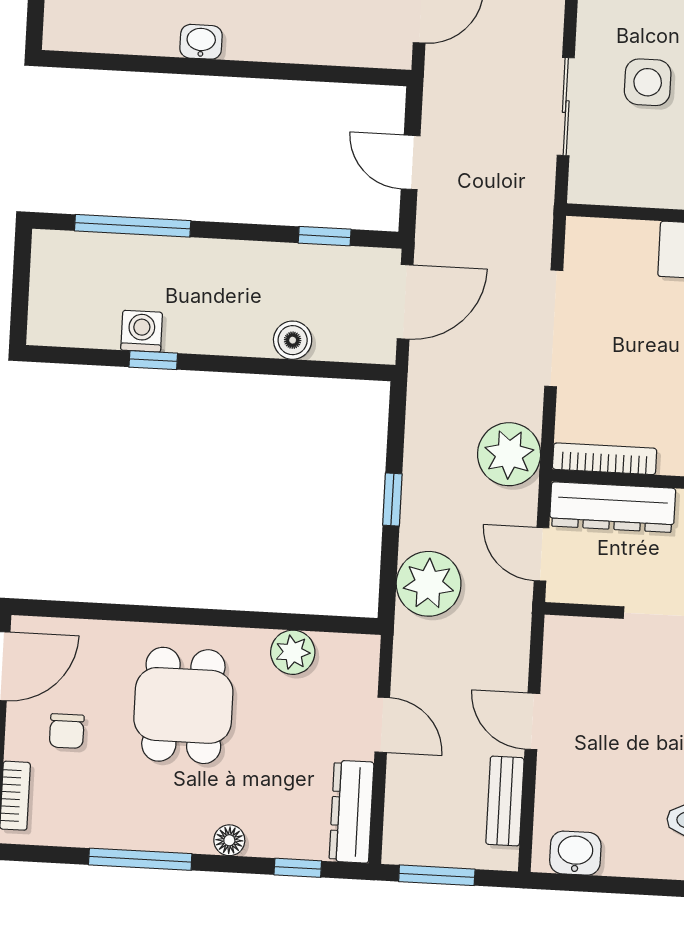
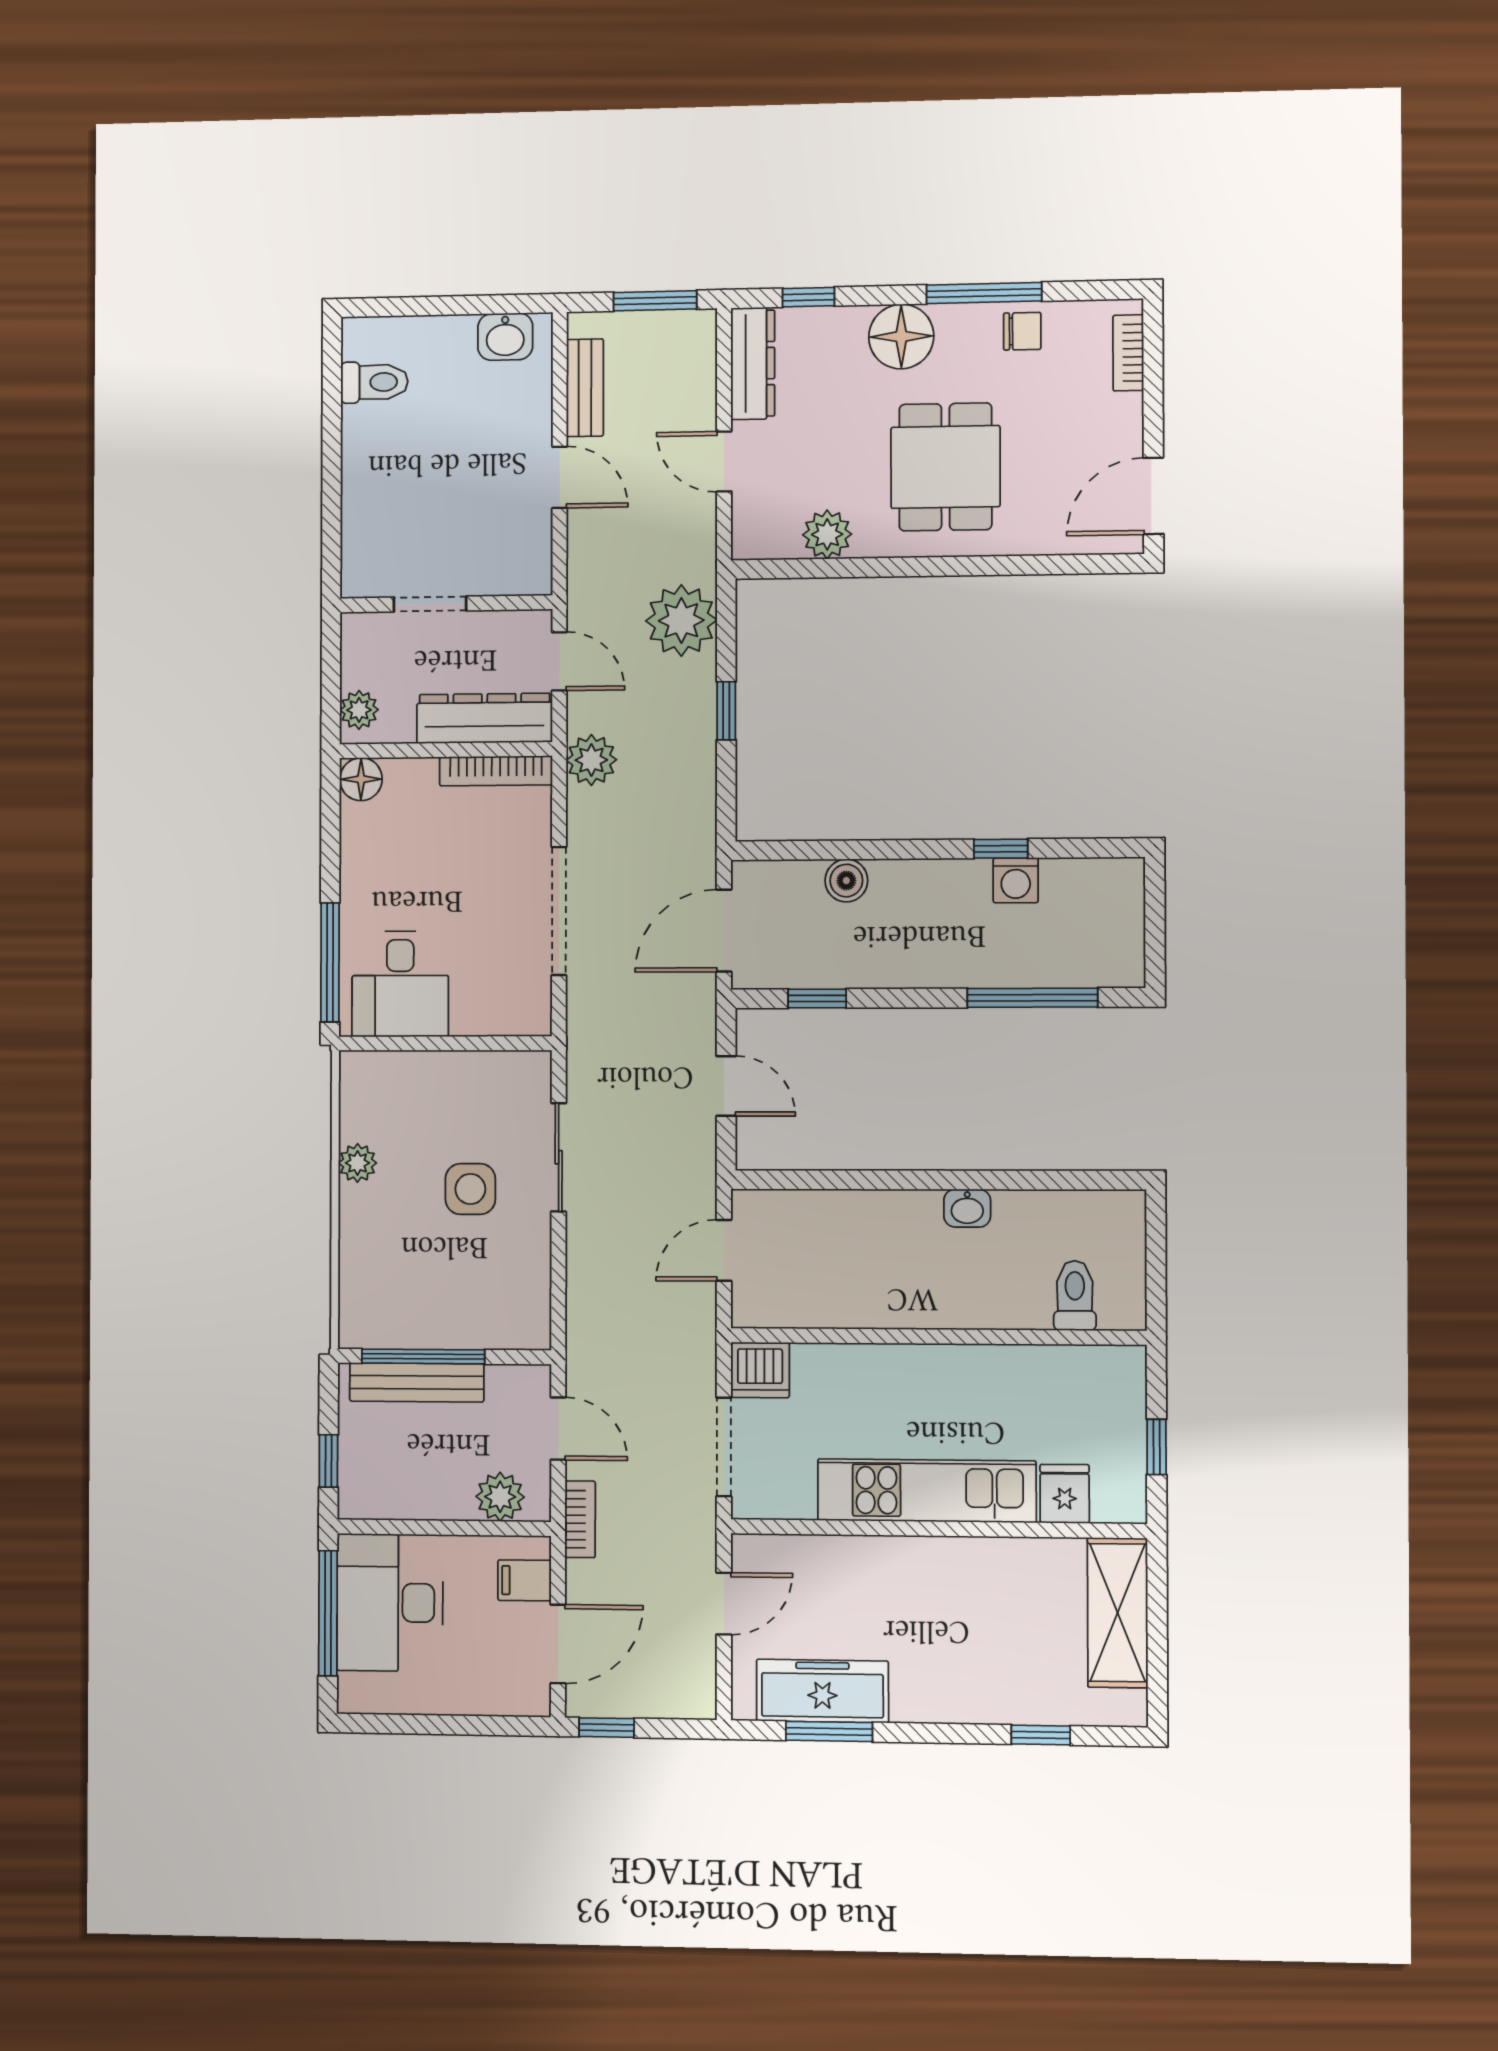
plant: (509, 454) -> (591, 760), width x0.73, depth x0.73
chair: (67, 731) -> (1022, 331), moved, turned 90
floor lamp: (229, 840) -> (901, 337), width x1.89, depth x1.89

